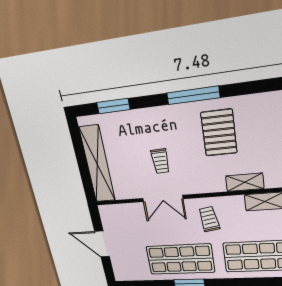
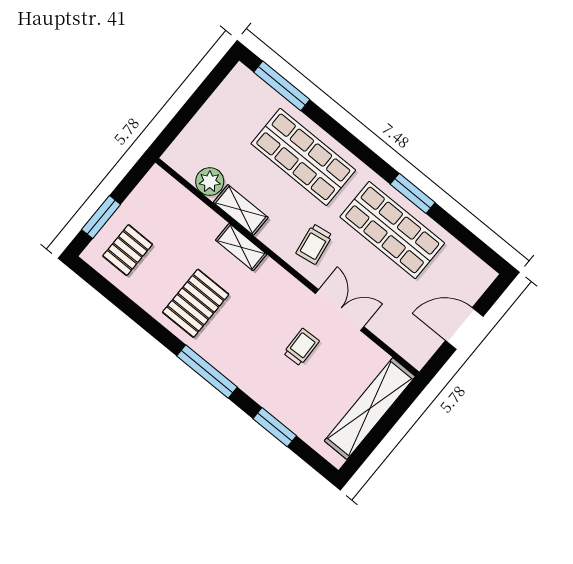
window: (113, 106) -> (275, 427), moved
pallet: (219, 133) -> (196, 303), moved
door: (102, 244) -> (464, 329), swing flipped

